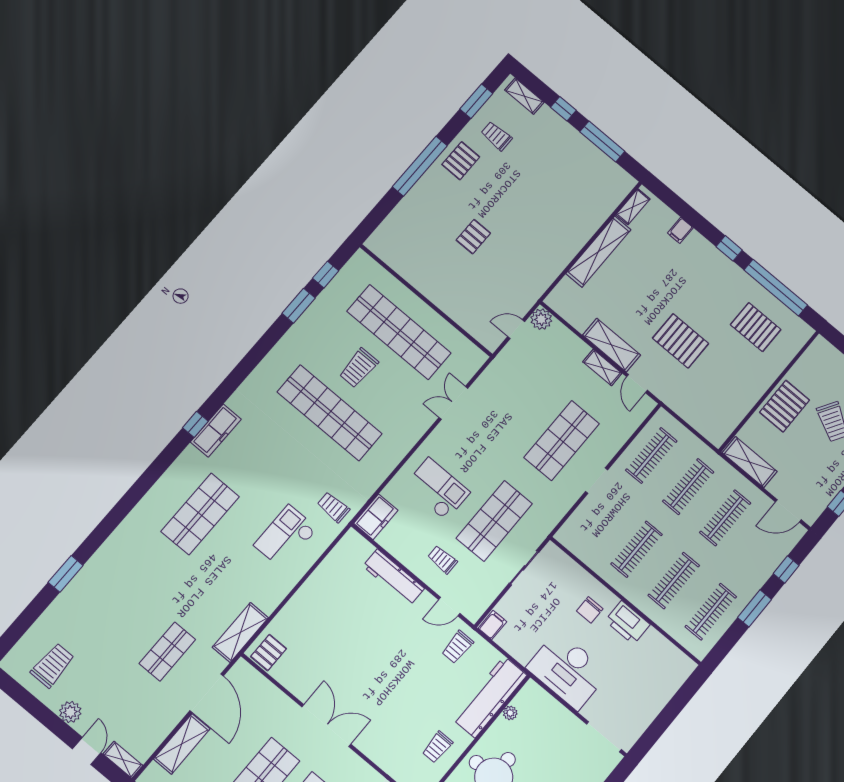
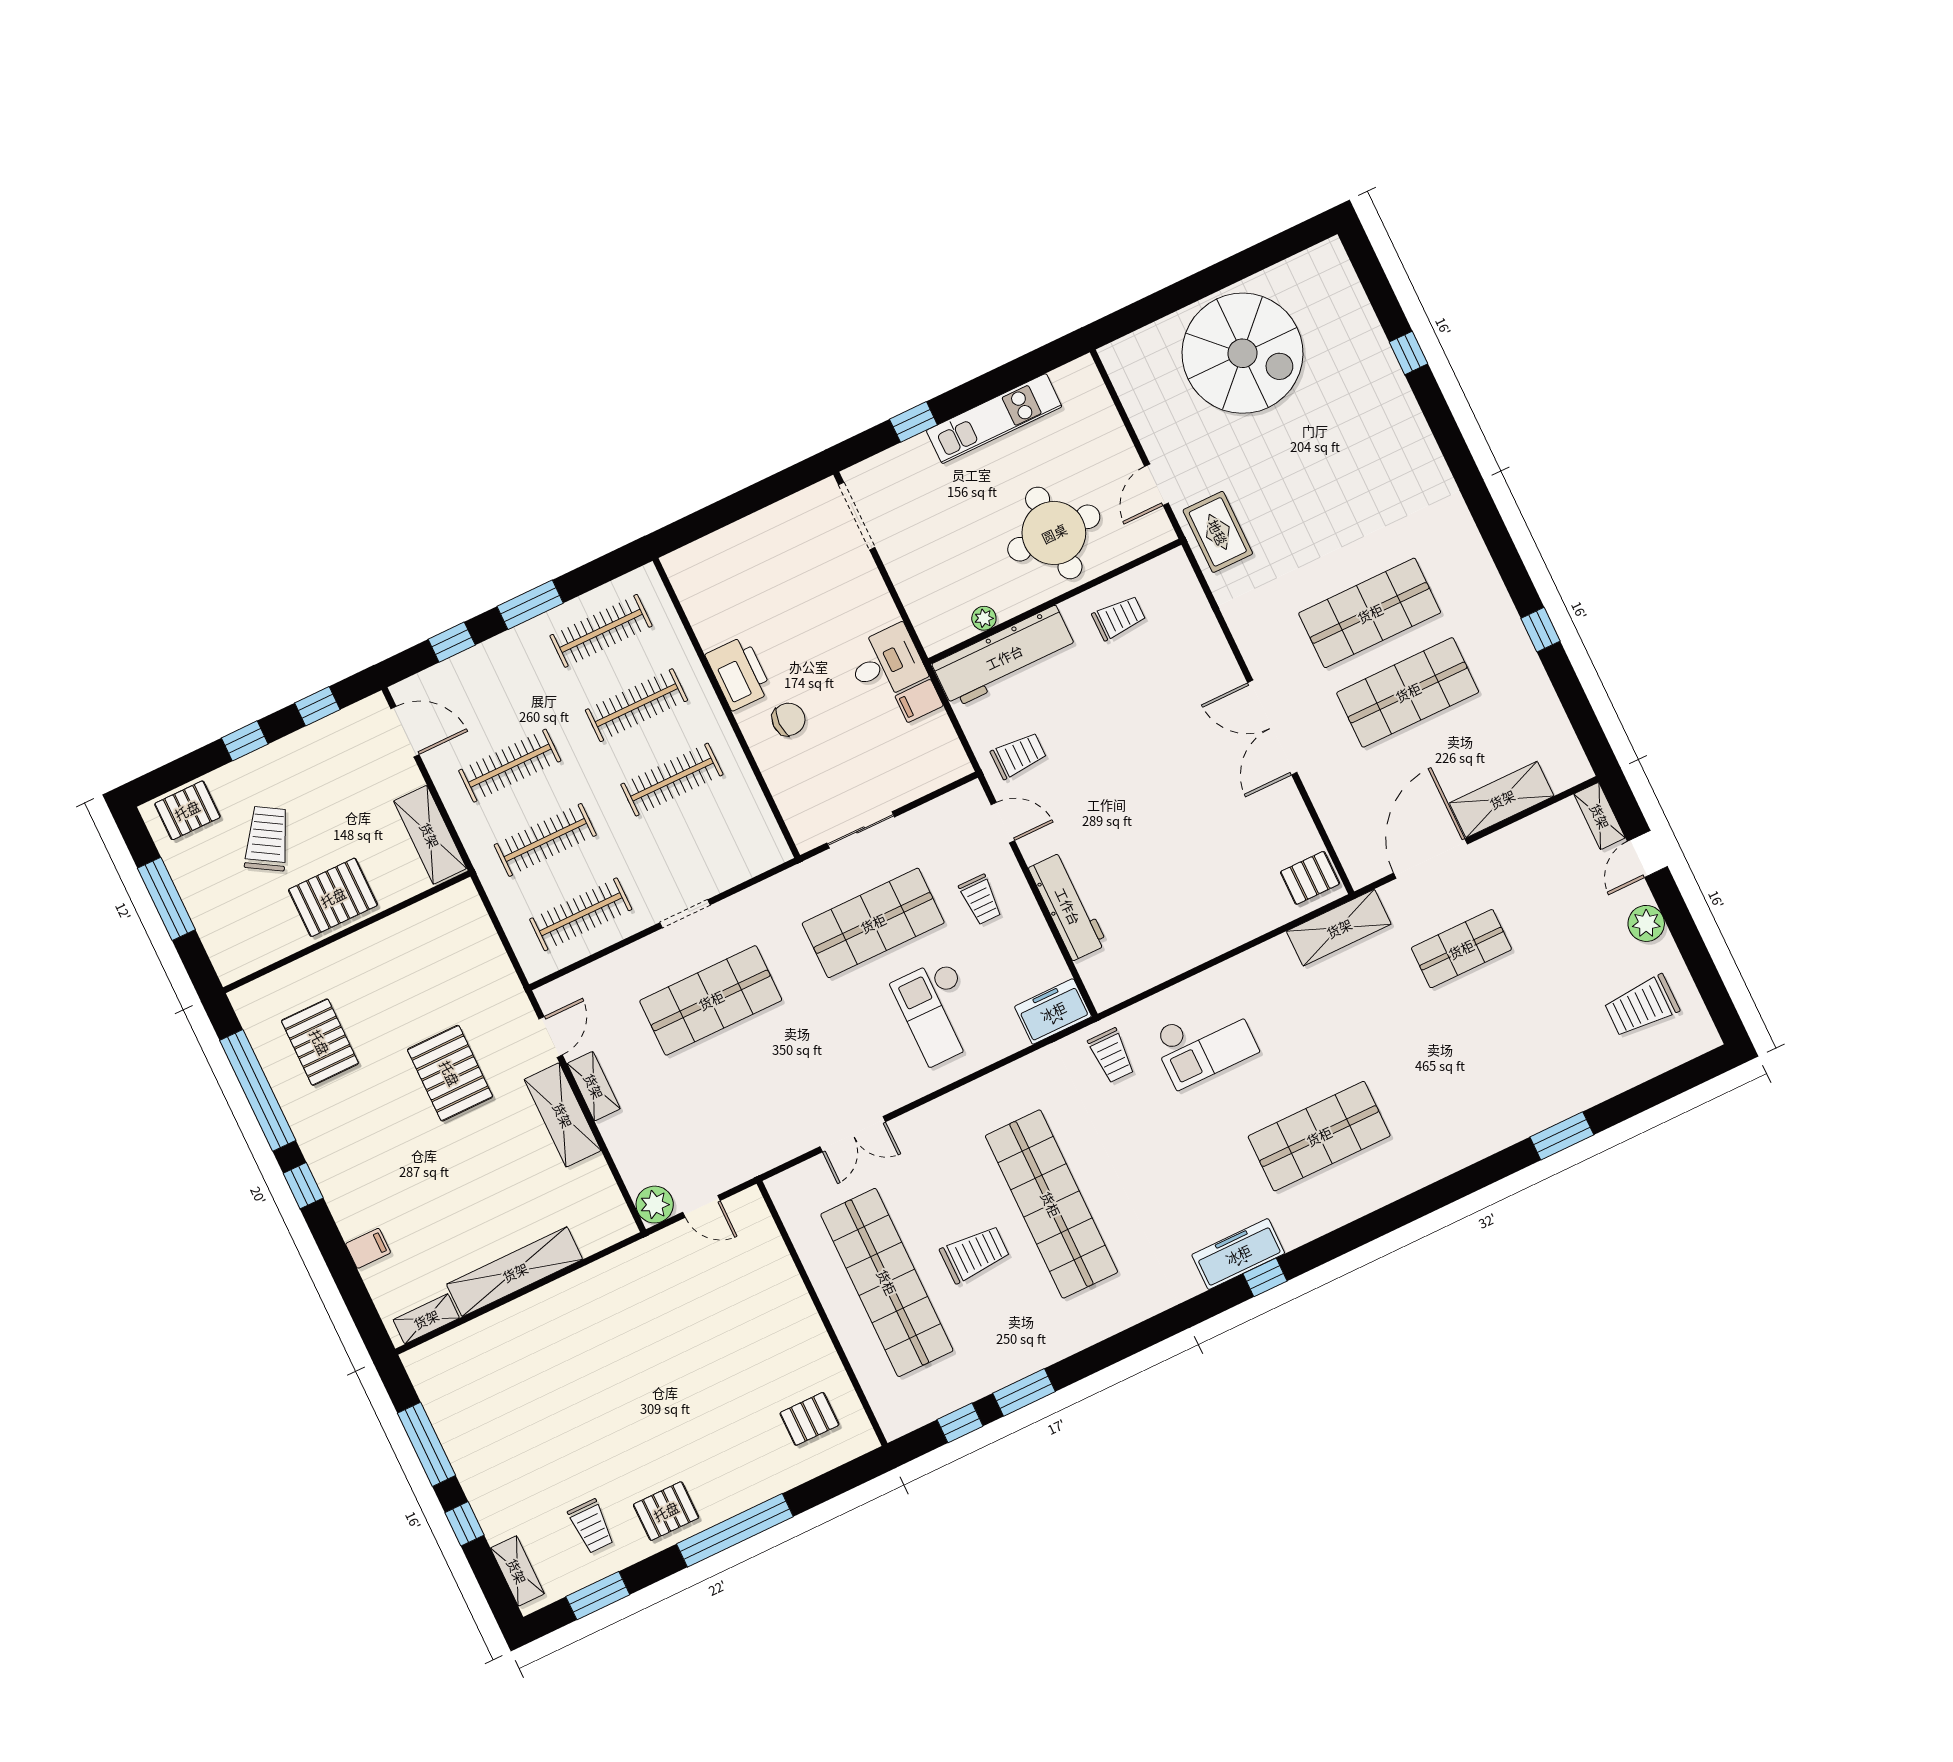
pallet: (473, 237) -> (809, 1419), moved
filing cabinet: (492, 625) -> (919, 701), moved
desk: (568, 670) -> (886, 663), width x0.53, depth x0.77

